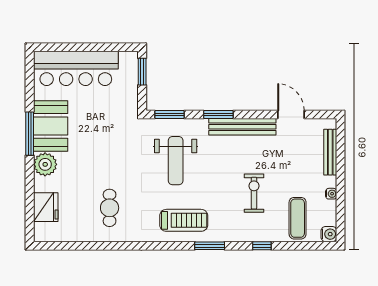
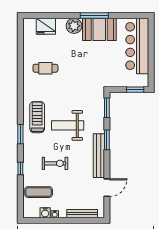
weight bench: (176, 161) -> (68, 125), moved
treadmill: (184, 220) -> (37, 117), turned 180
water cooler: (329, 234) -> (45, 213), moved

